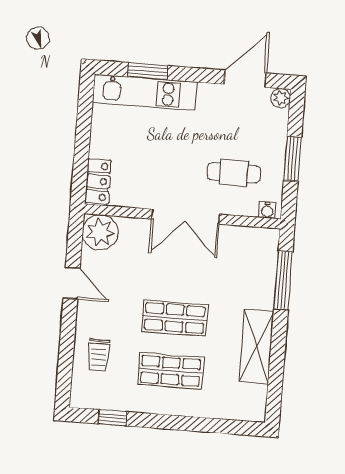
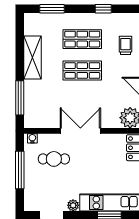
plant: (281, 98) -> (73, 205), moved
window: (293, 159) -> (20, 170), width x1.44
window: (112, 418) -> (103, 9), moved
window: (217, 426) -> (52, 9), added

